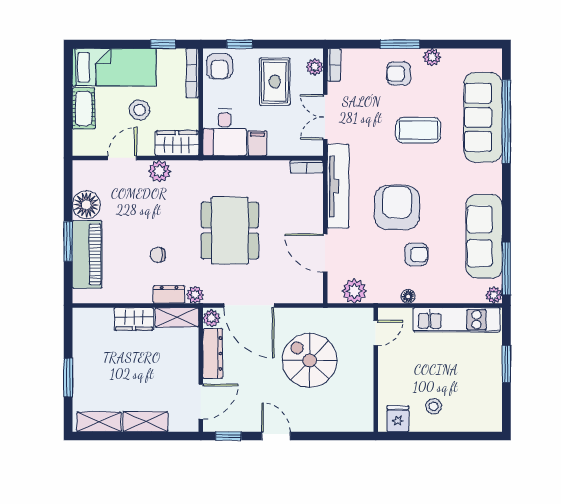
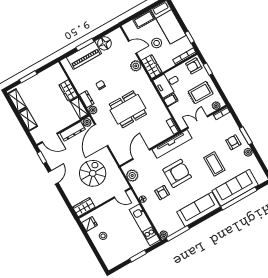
sofa: (484, 236) -> (198, 209), moved
wardrobe: (362, 411) -> (84, 207), added

